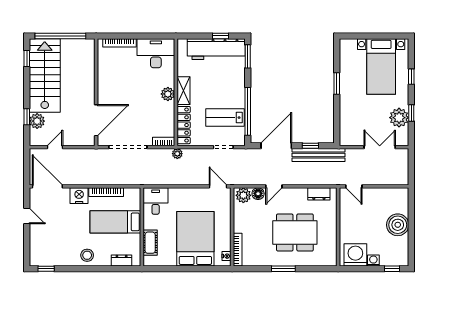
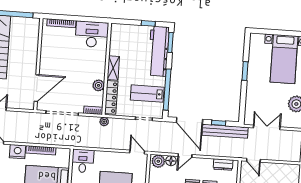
workbench: (216, 49) -> (159, 51), moved, turned 90
plant: (168, 94) -> (99, 85), moved
door: (276, 146) -> (189, 121), swing flipped
double door: (380, 147) -> (267, 127), moved

